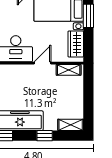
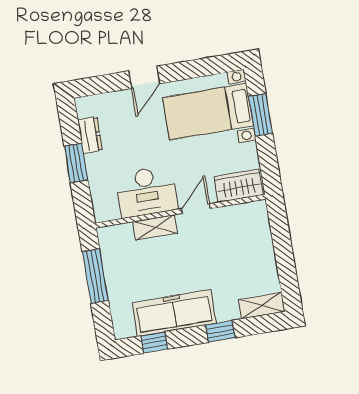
wardrobe: (76, 44) -> (239, 186), moved, turned 90
shelving: (69, 70) -> (155, 227), moved

